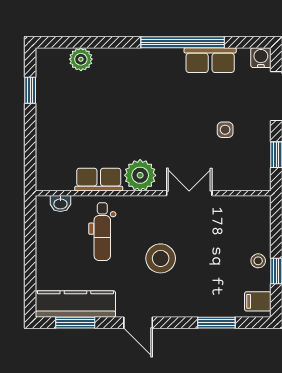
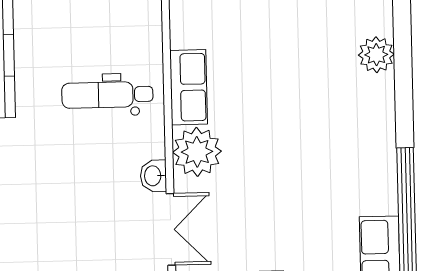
washbasin: (60, 203) -> (153, 176), moved
stool: (161, 258) -> (68, 187), removed

